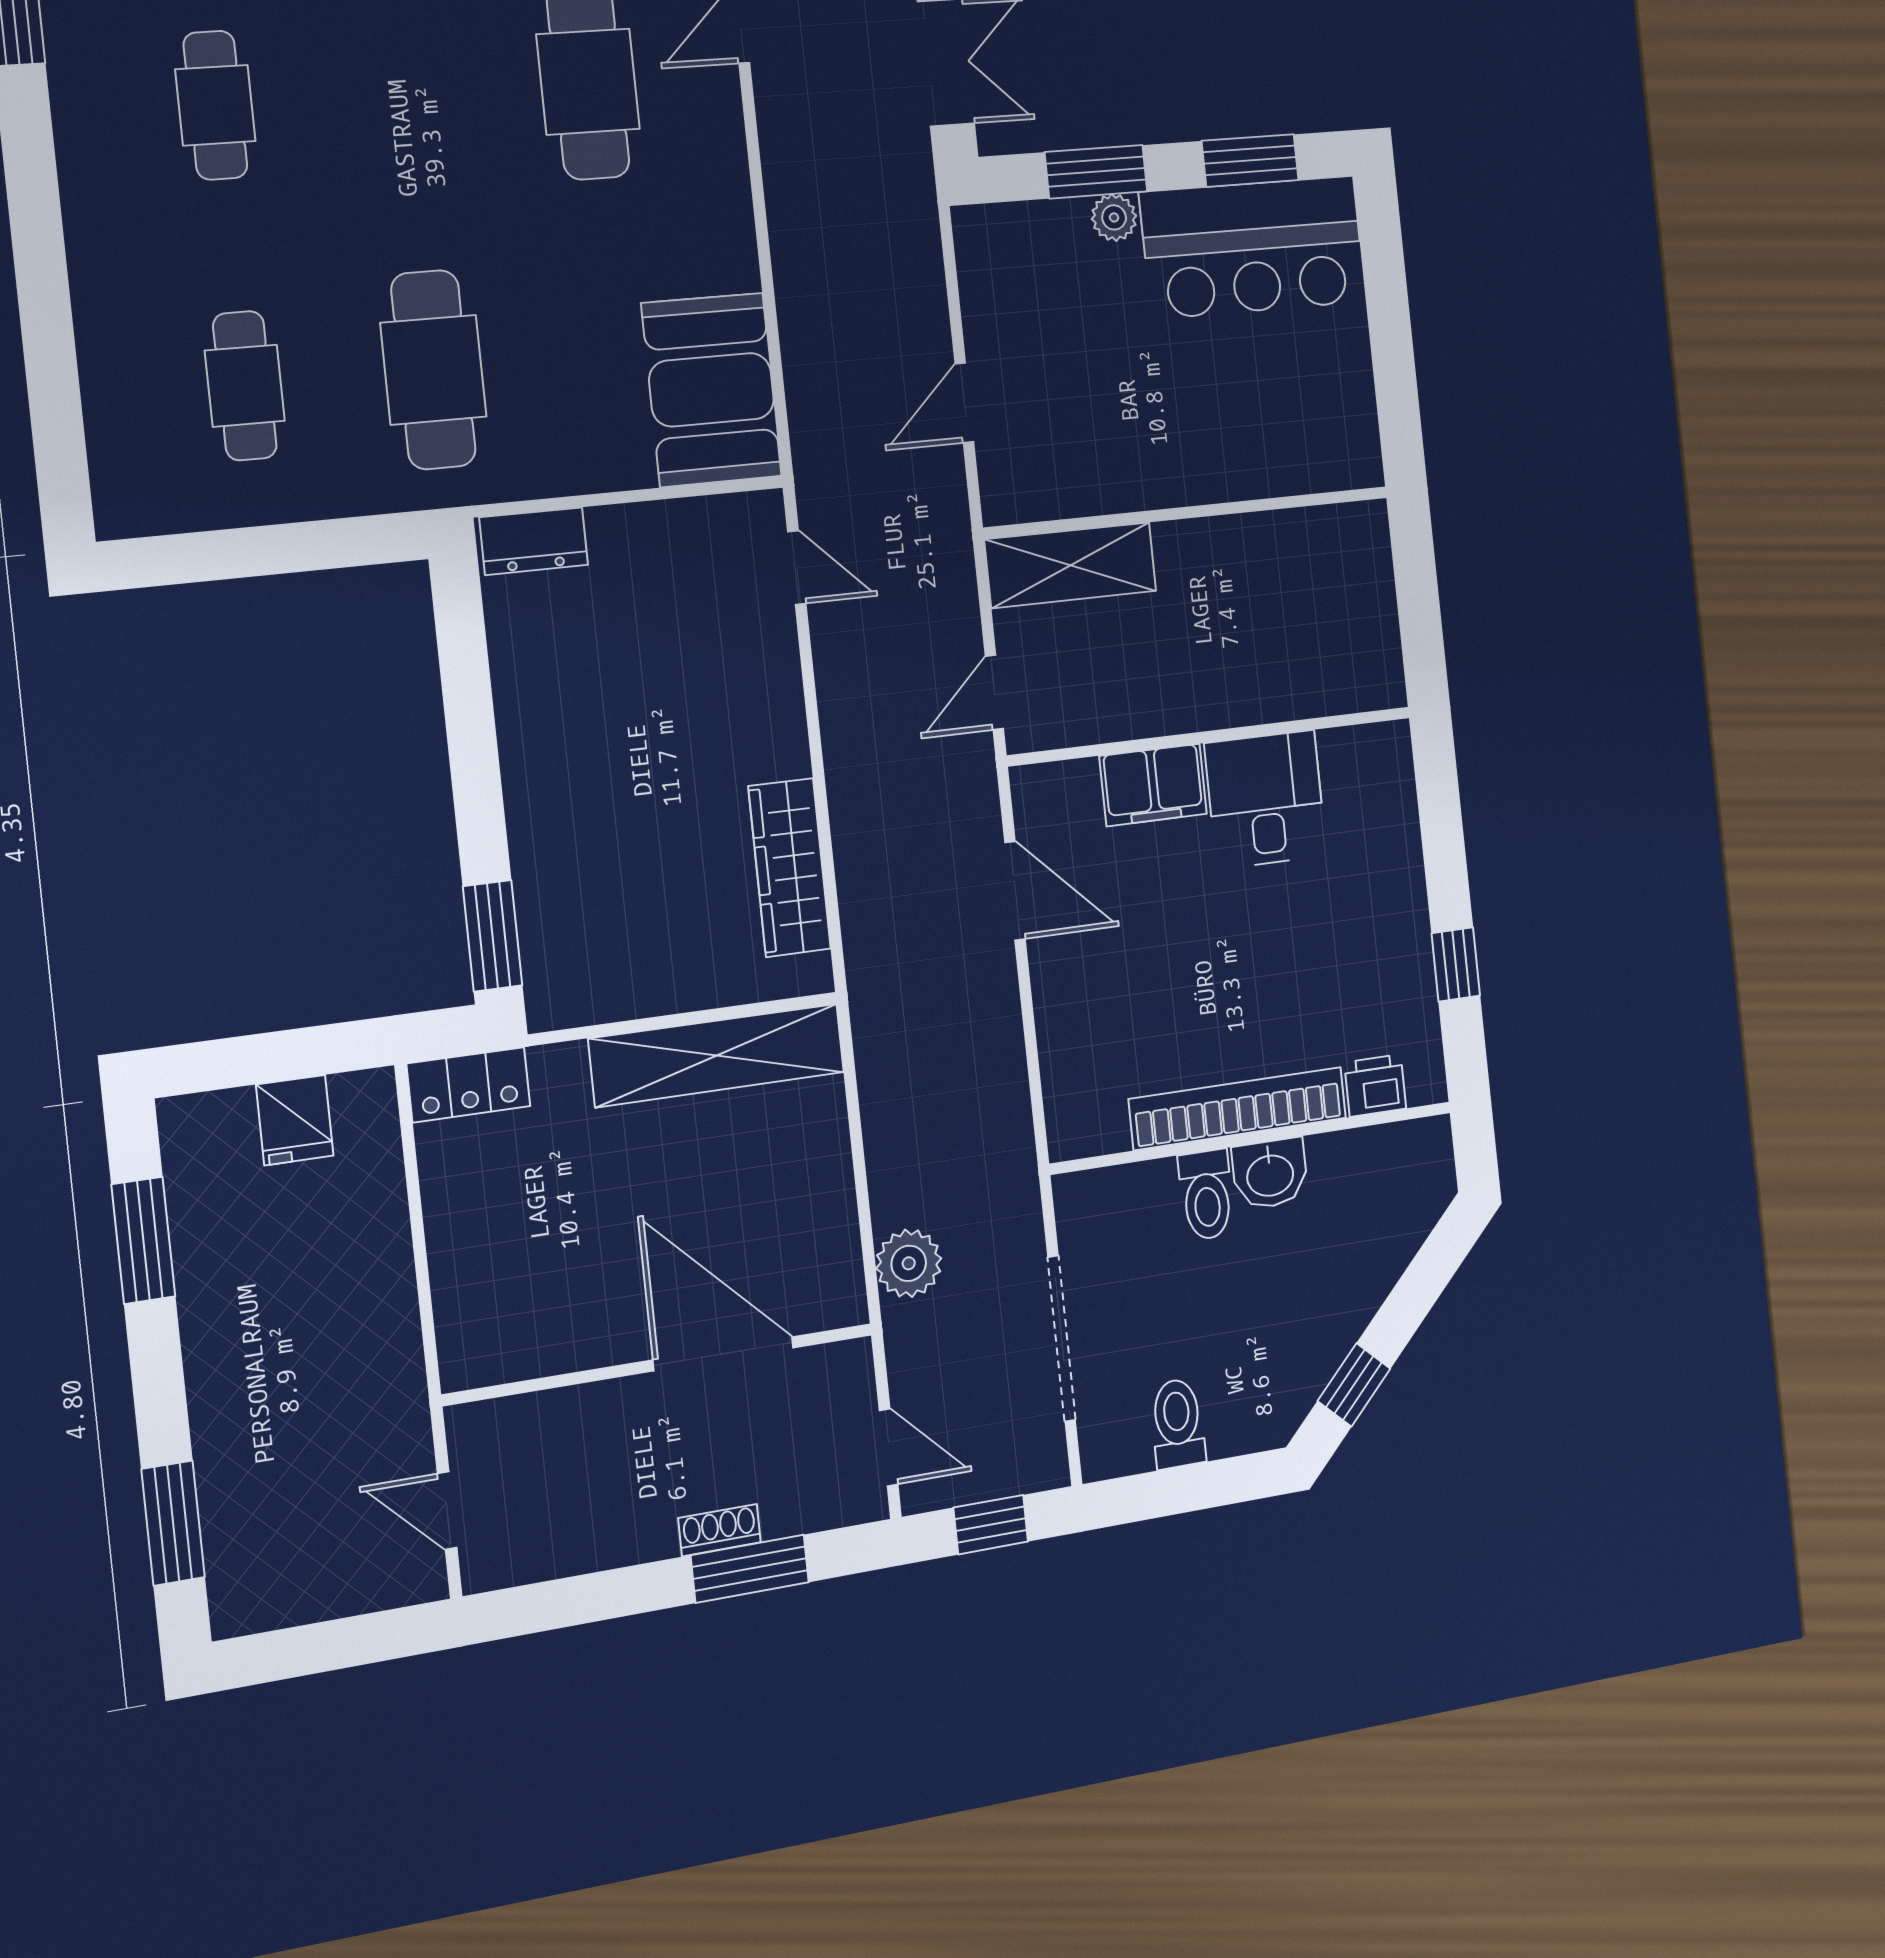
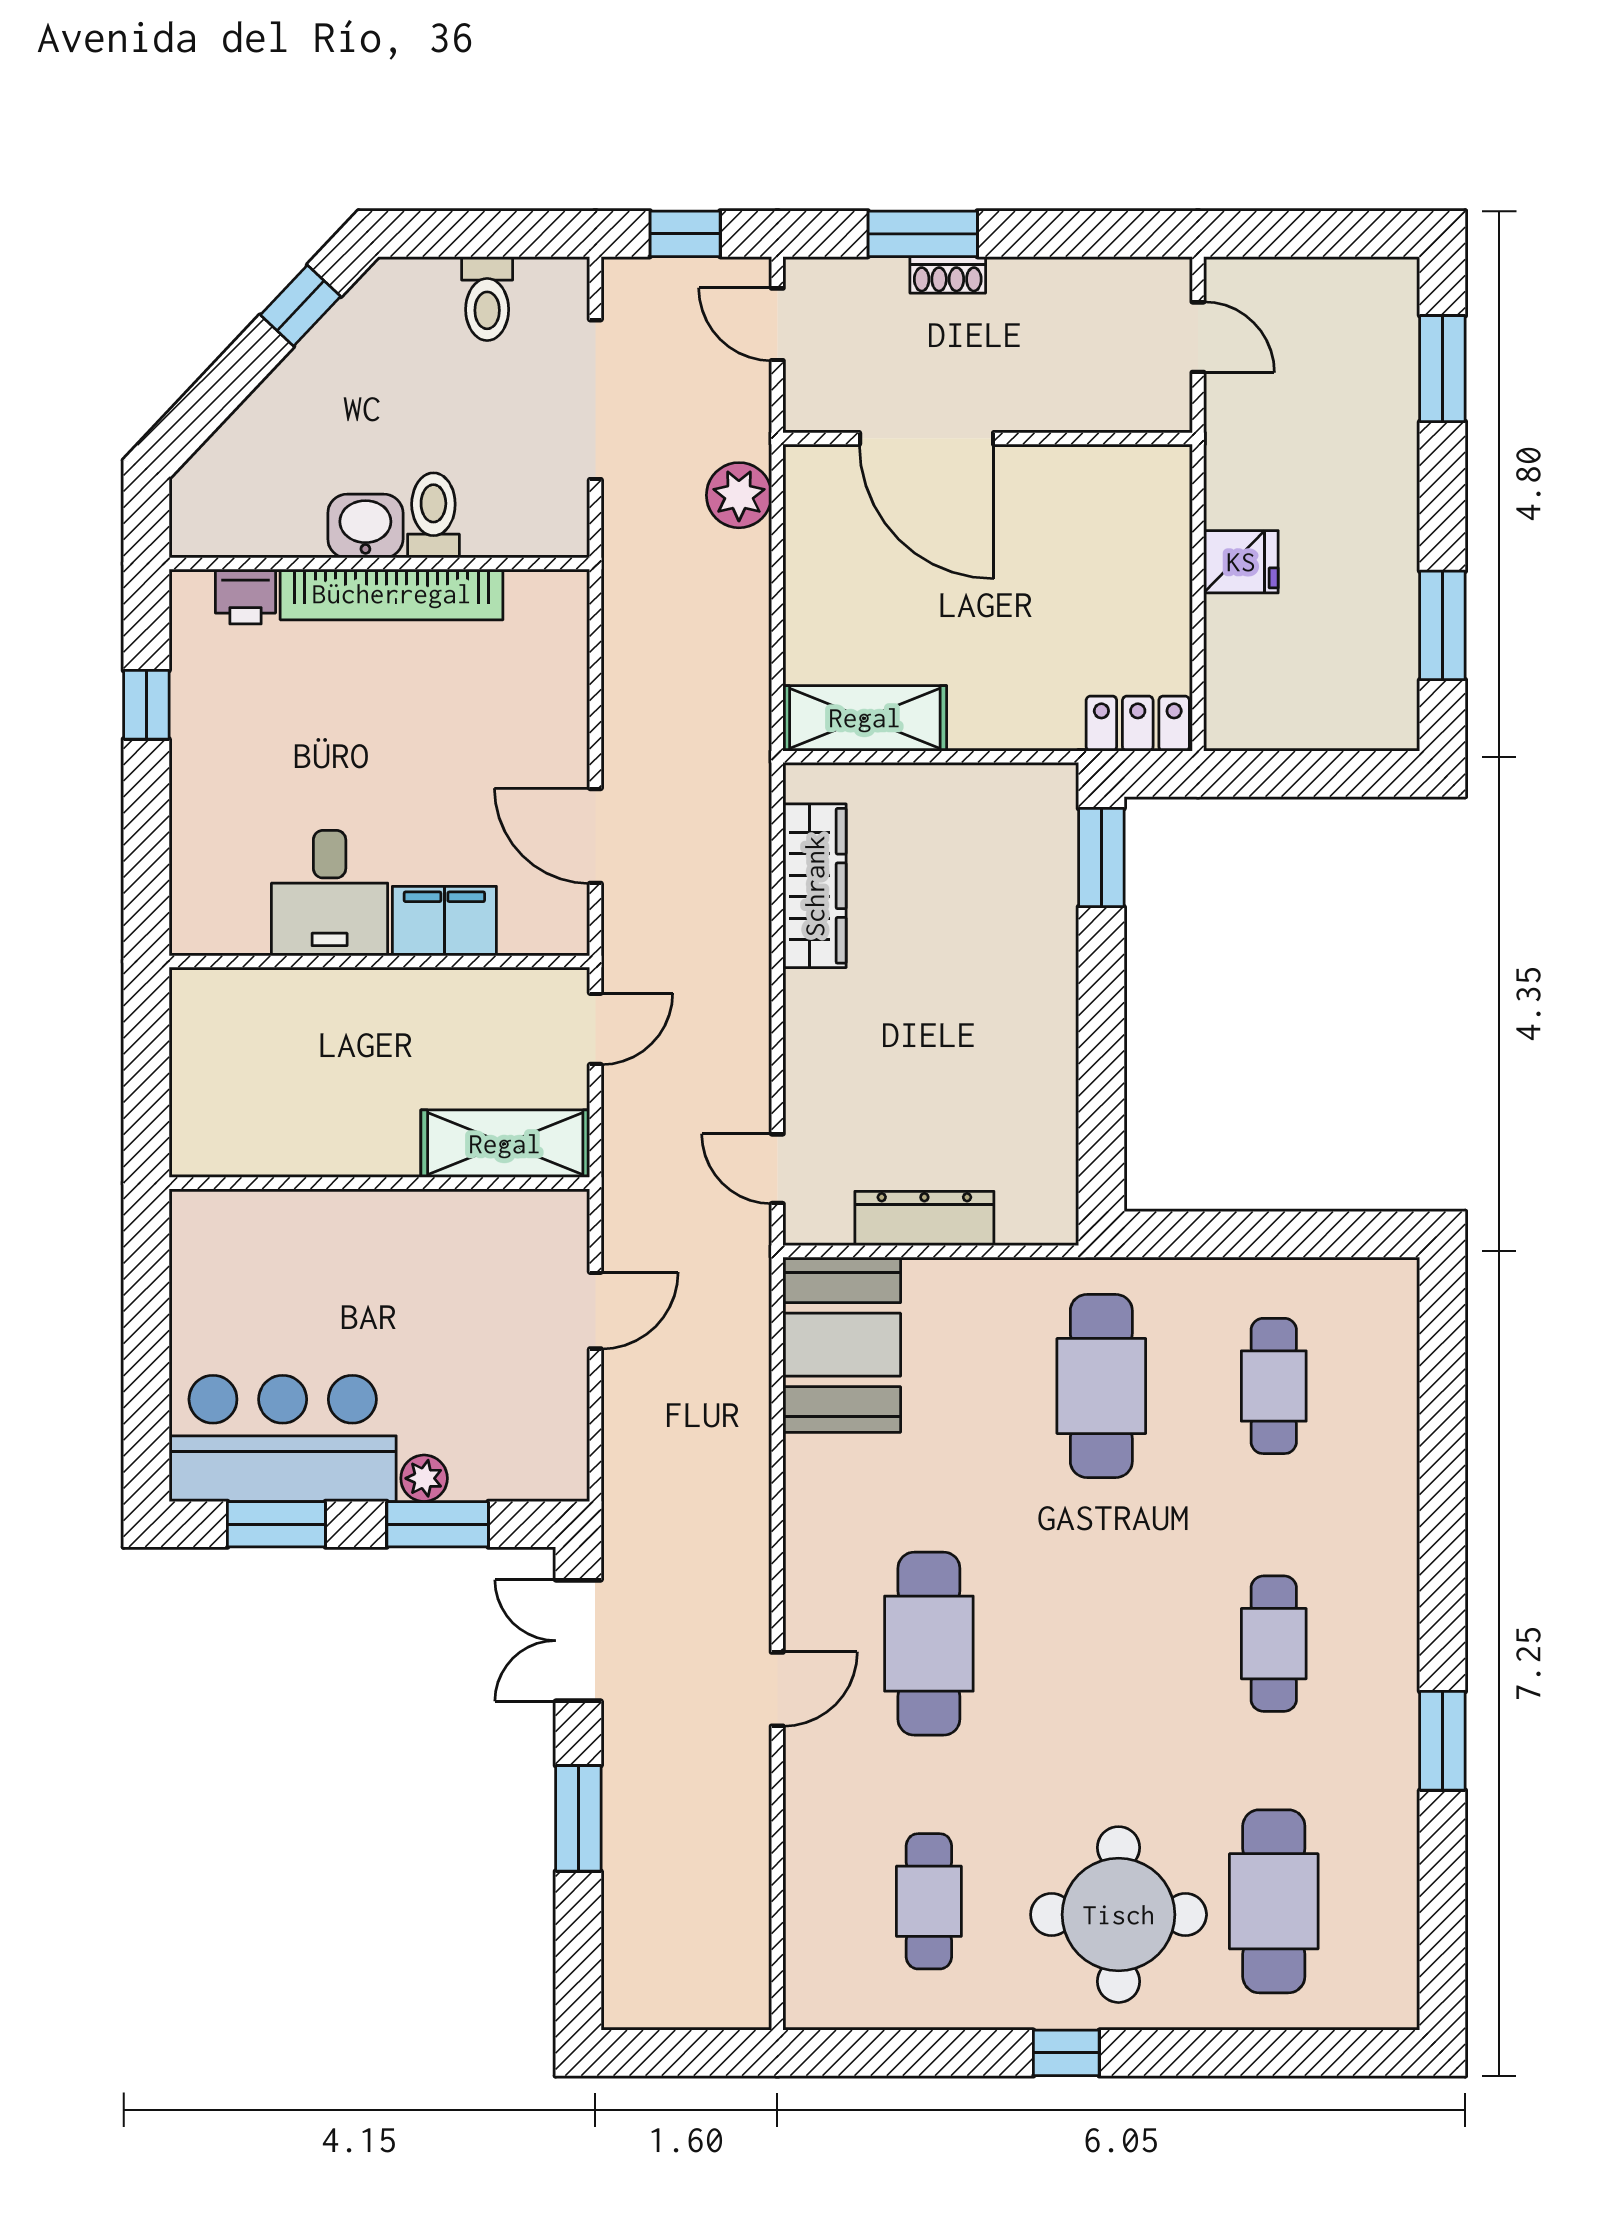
dresser: (534, 541) -> (924, 1218), moved, width x1.44
shelving: (717, 1055) -> (865, 718), width x0.68
fridge: (295, 1120) -> (1241, 562), moved, turned 90

